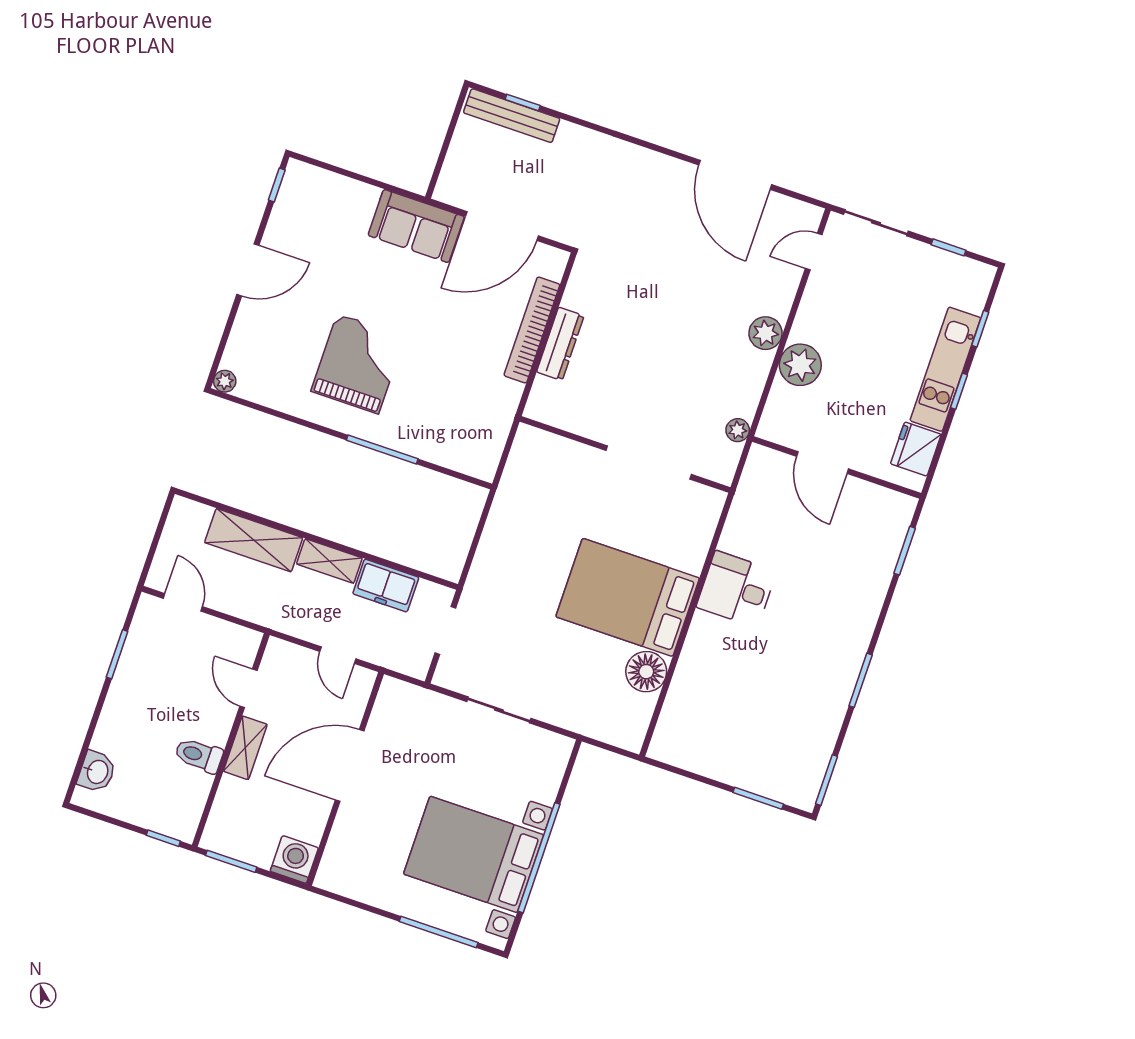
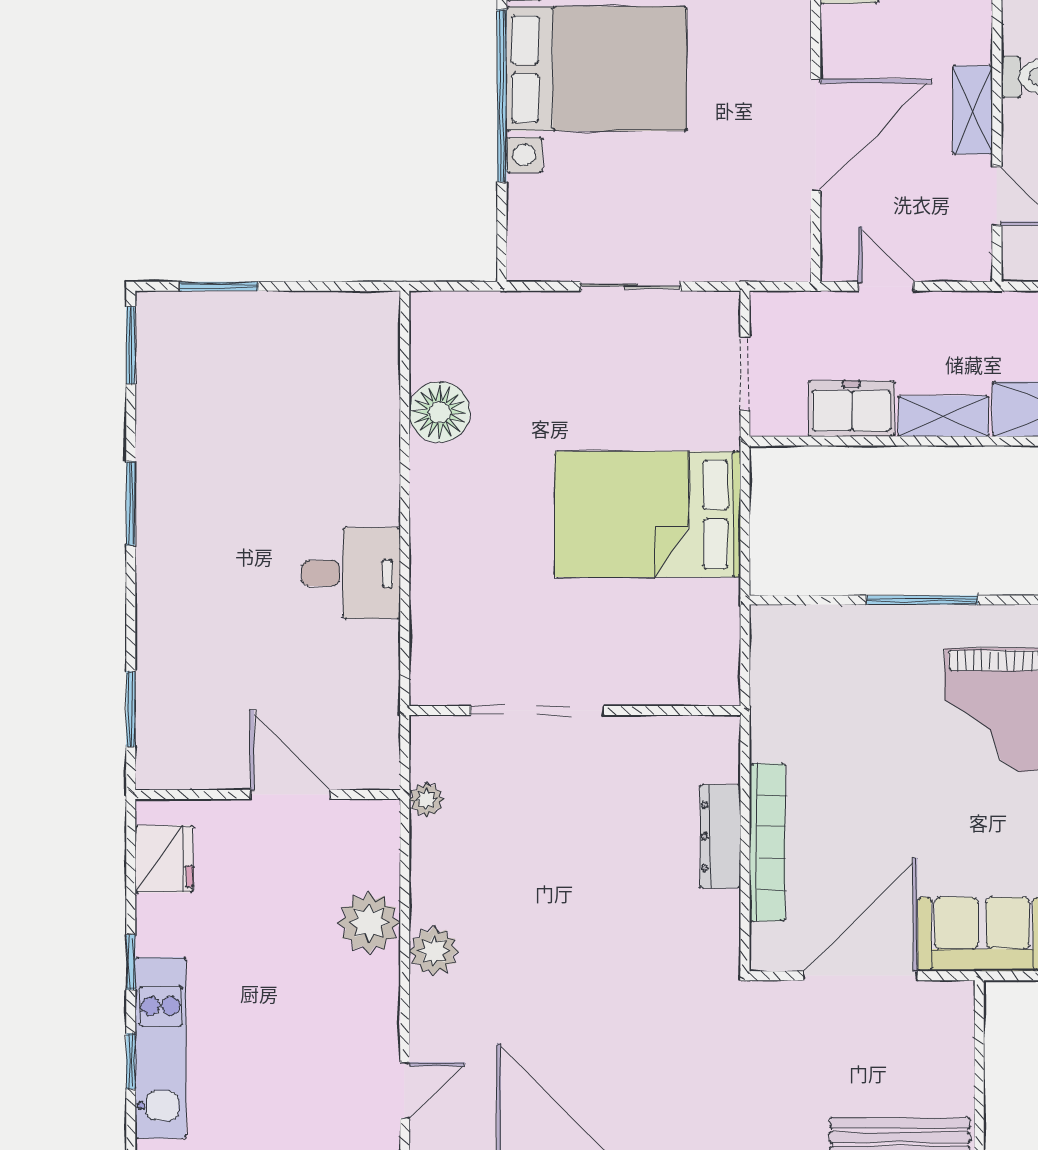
kitchen unit: (945, 369) -> (161, 1048), moved
bed: (628, 597) -> (648, 514), moved, turned 180

